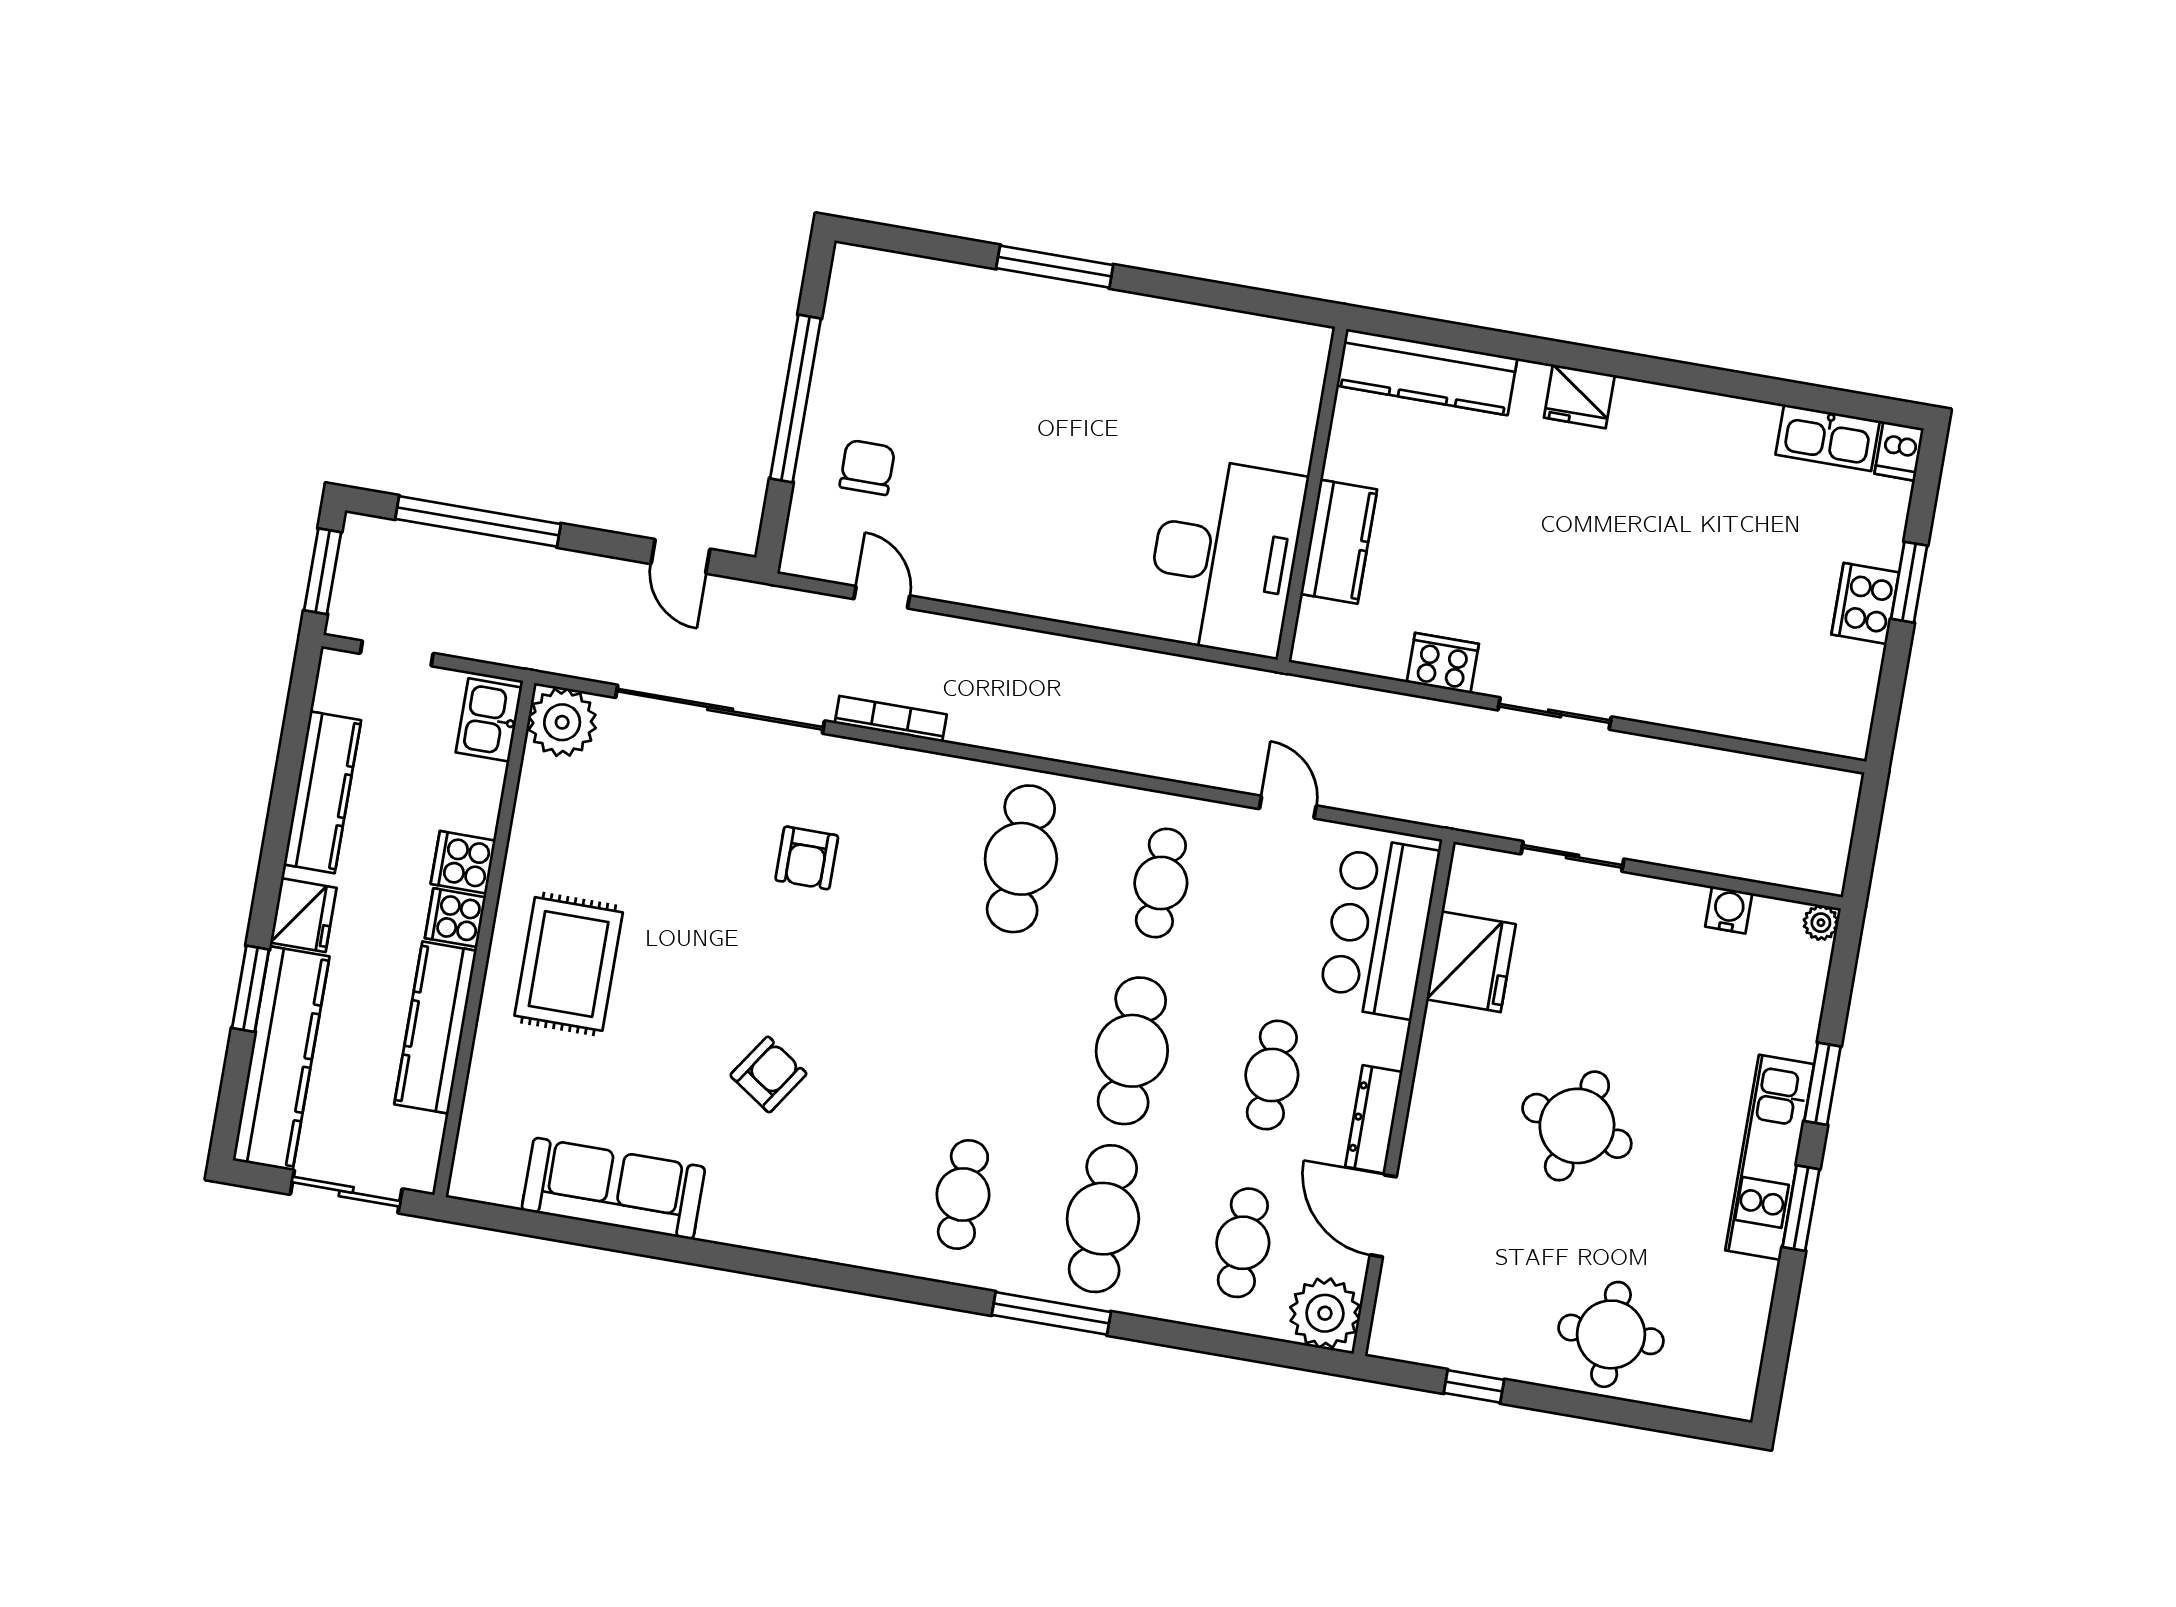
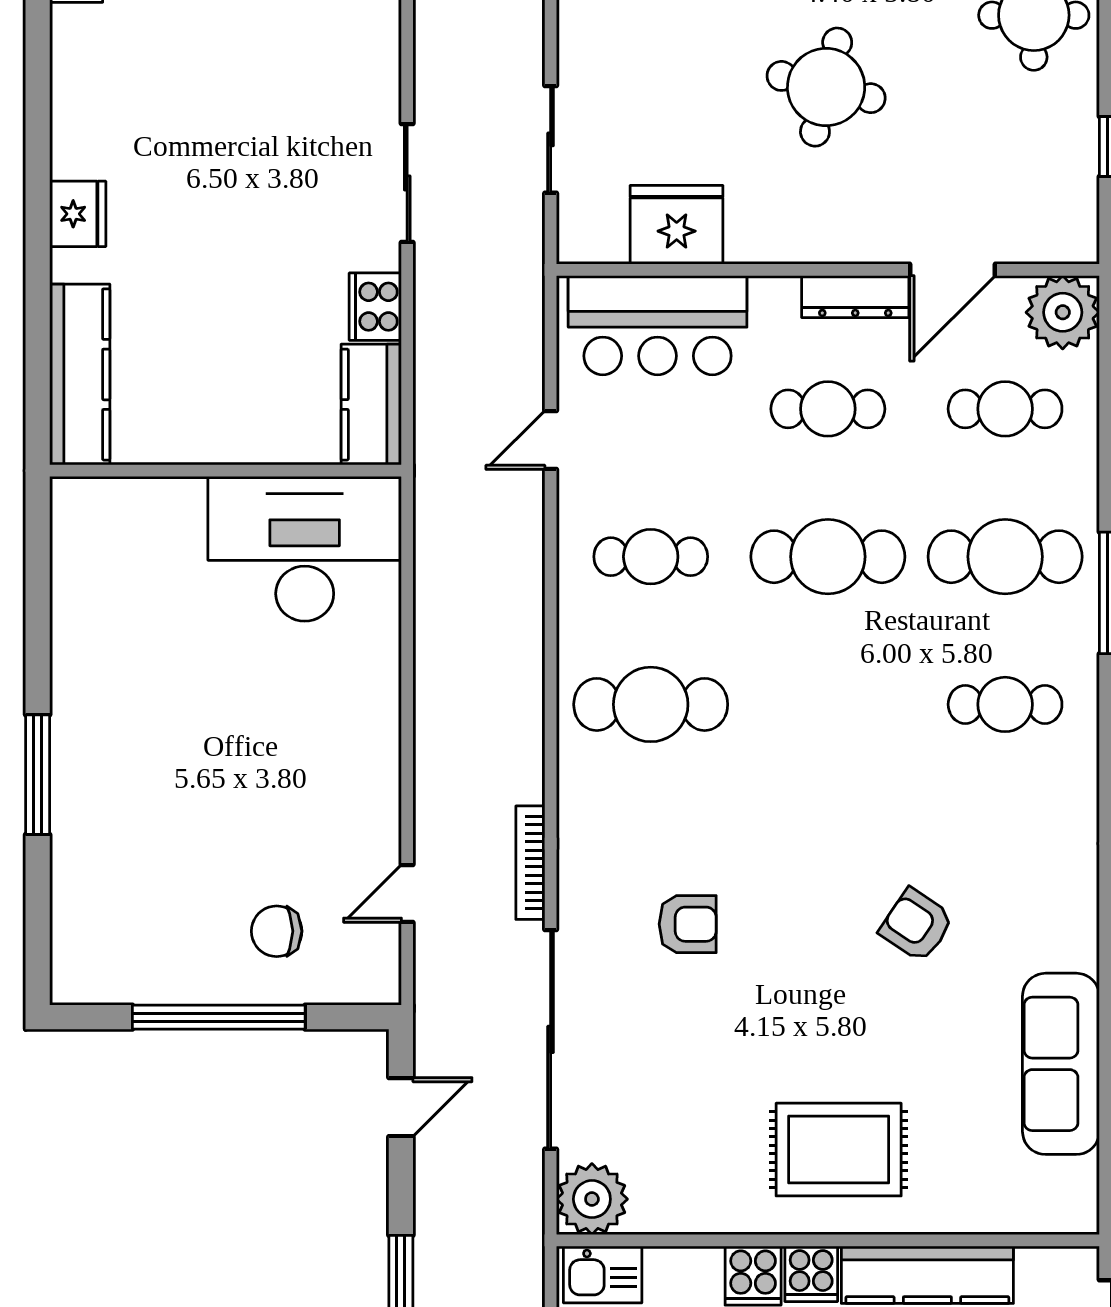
kitchen counter: (1339, 542) -> (371, 405), moved, turned -90

